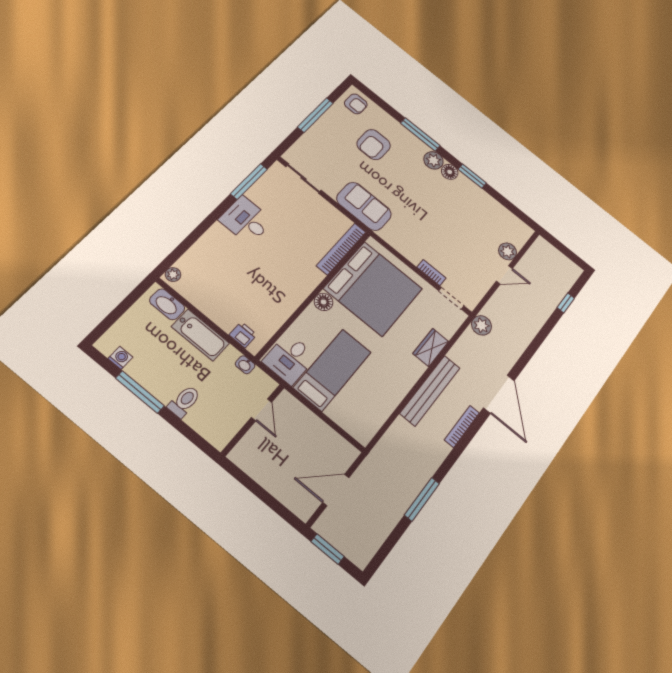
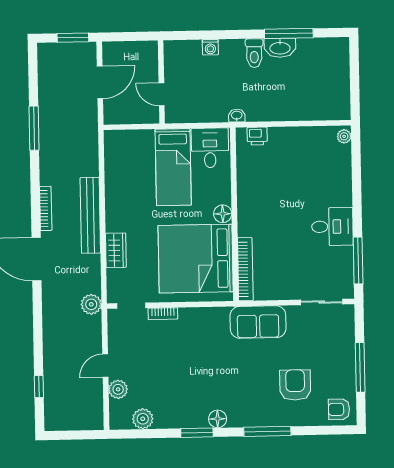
plant: (433, 160) -> (143, 419), moved
washbasin: (167, 304) -> (280, 48), moved, turned 180
bathtub: (200, 335) -> (286, 109), removed
washing machine: (120, 358) -> (210, 47), moved
door: (262, 410) -> (162, 94), moved
wall: (253, 420) -> (161, 82), moved

